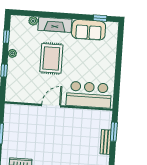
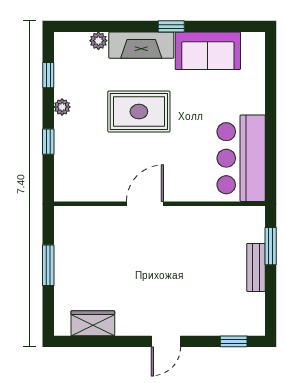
window: (100, 18) -> (171, 26), moved
rug: (51, 58) -> (139, 112), turned 90
bar counter: (89, 95) -> (241, 158), moved, turned -90

